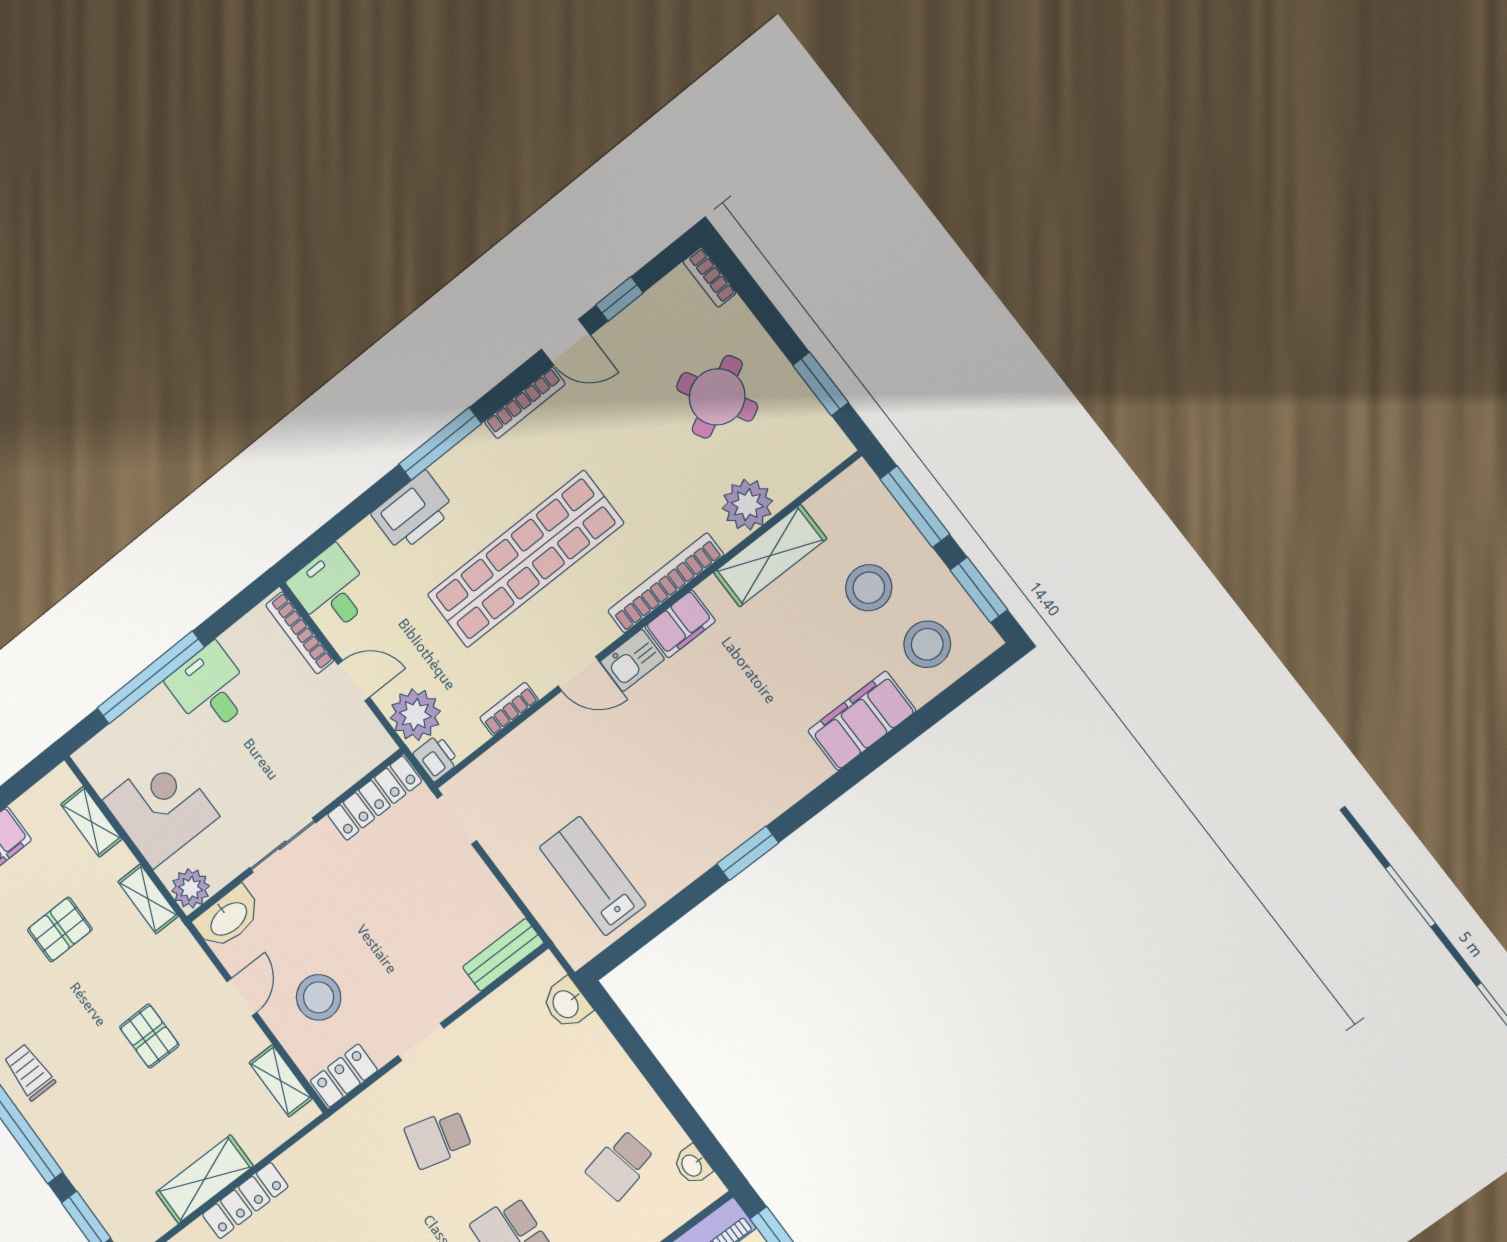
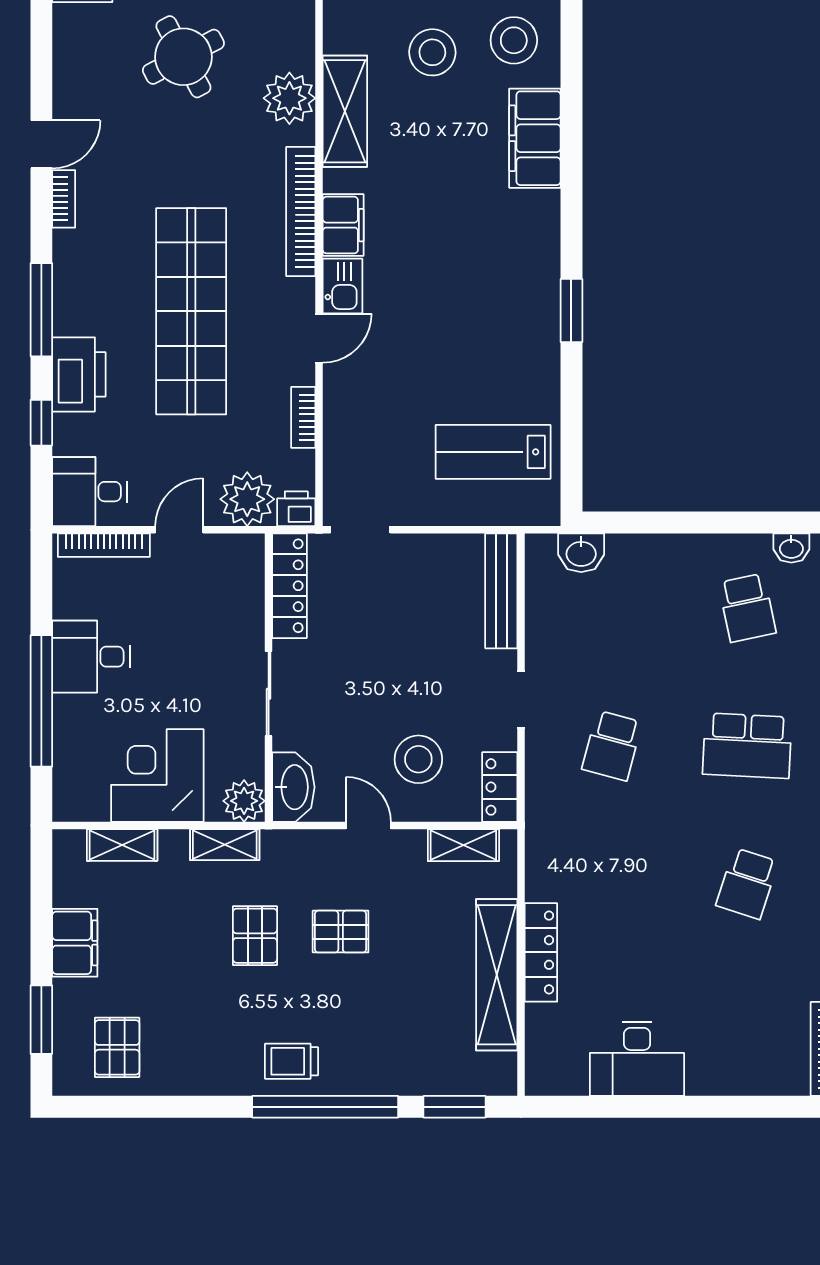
window: (619, 299) -> (41, 423), moved
bookcase: (525, 403) -> (64, 199), width x0.64
pallet: (60, 929) -> (255, 936), moved
bench: (503, 955) -> (501, 591), width x1.36
shelving: (204, 1179) -> (497, 975), width x1.47

